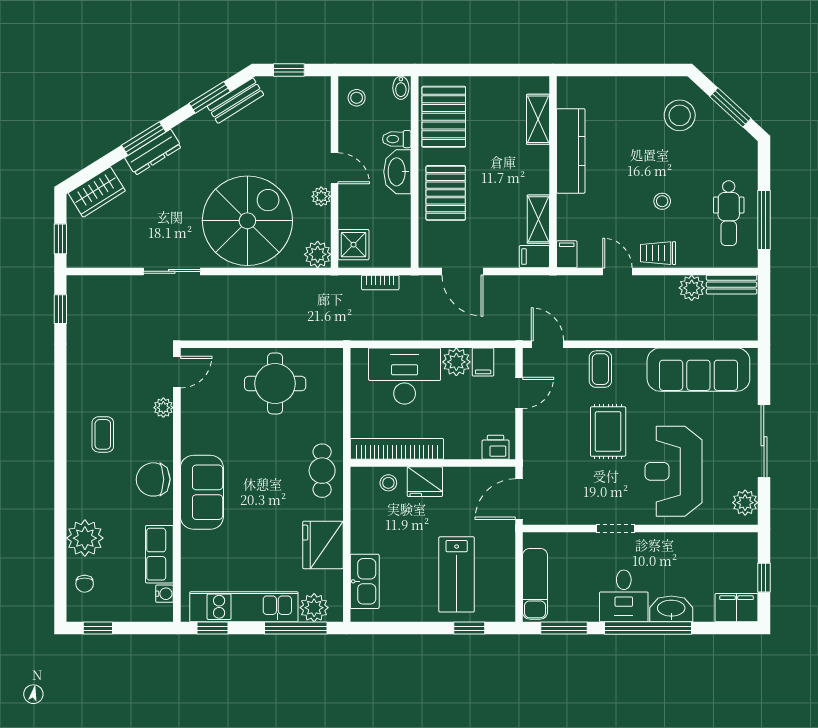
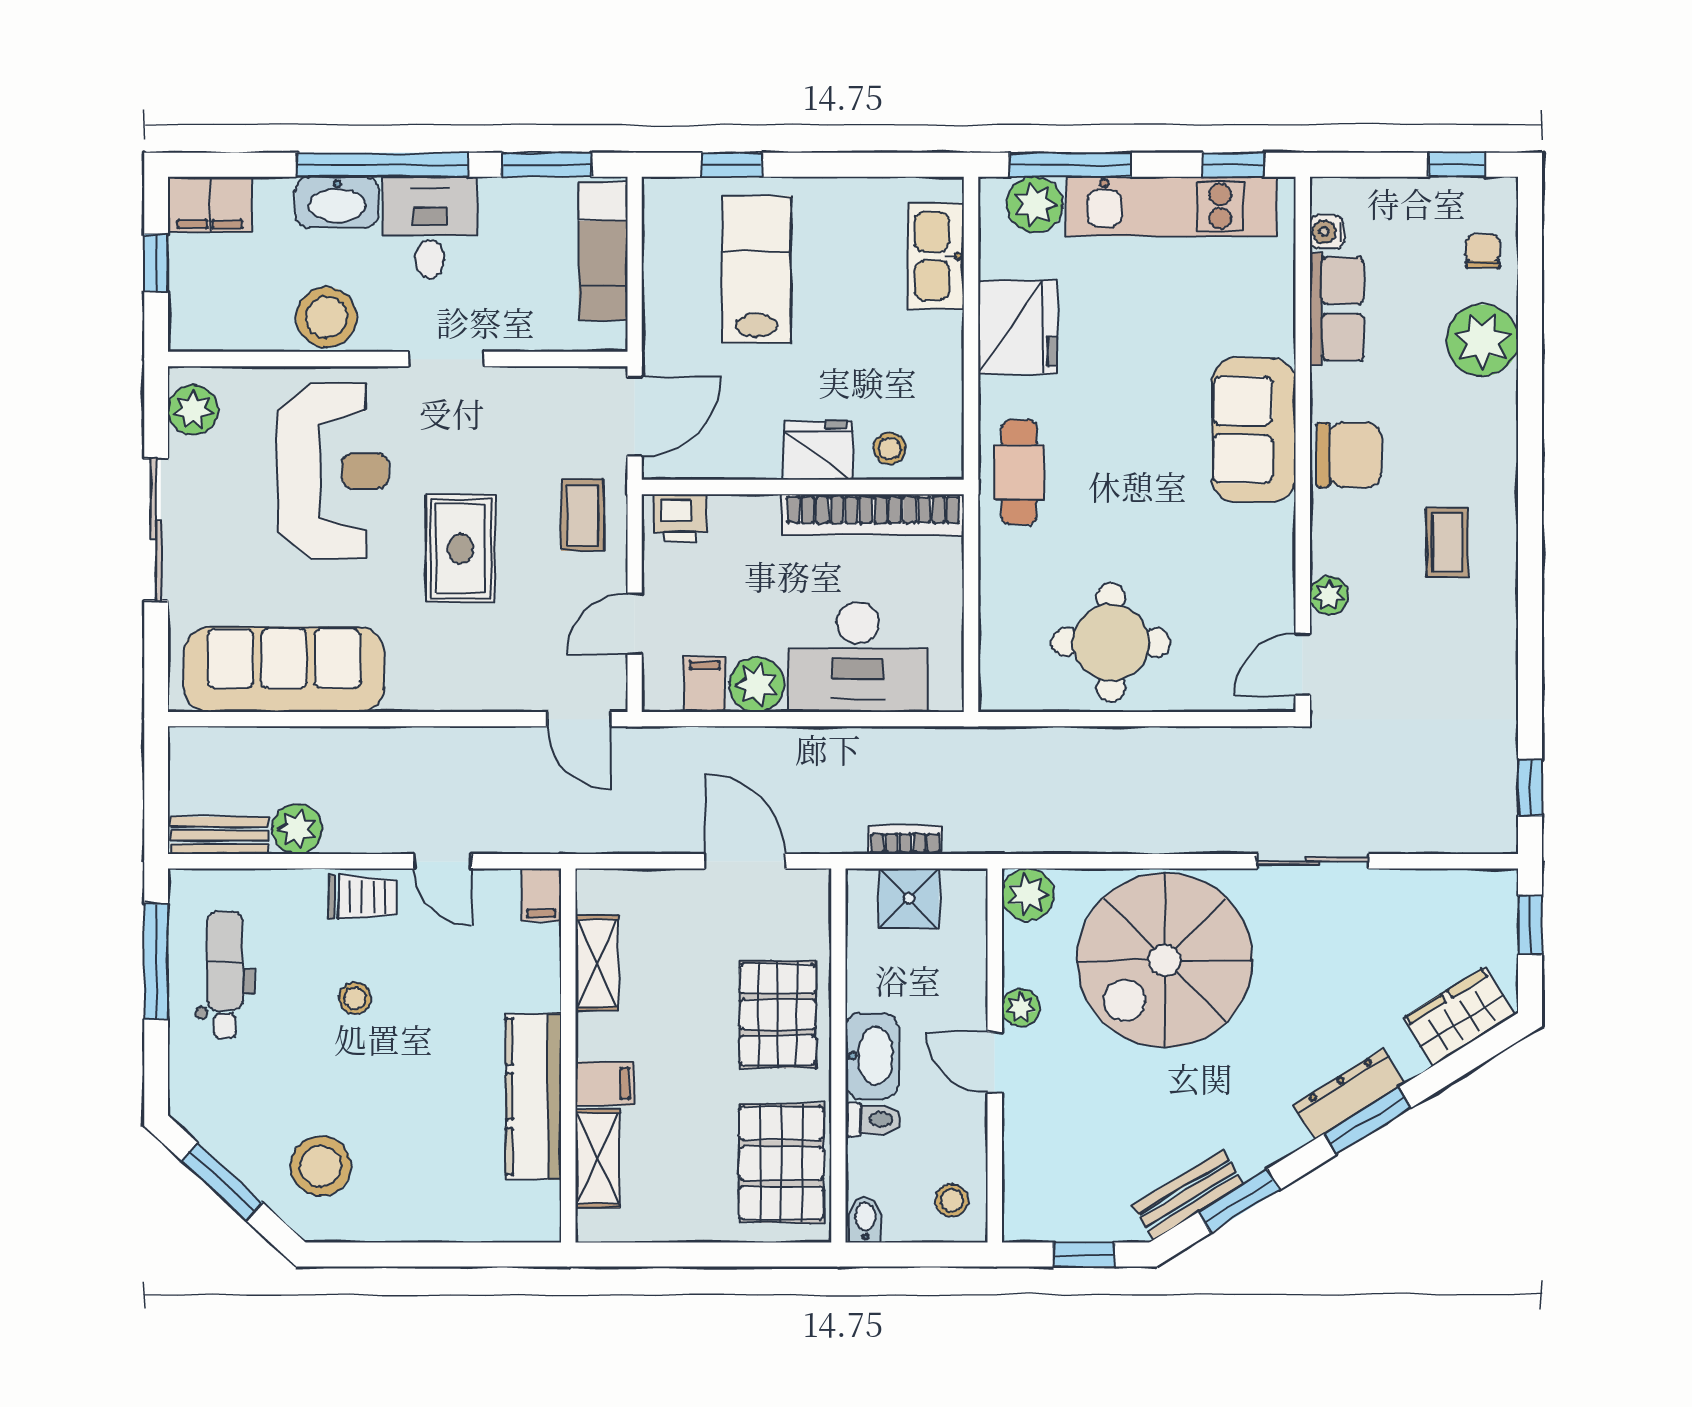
shower: (354, 245) -> (909, 898), moved
filing cabinet: (534, 257) -> (605, 1083), moved
coffee table: (600, 369) -> (582, 515), moved
stool: (677, 550) -> (326, 317), added

